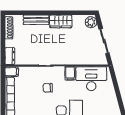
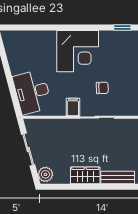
desk: (91, 79) -> (32, 92), moved, turned 75

